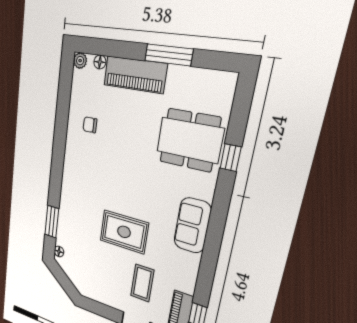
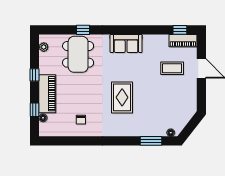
window: (113, 48) -> (34, 110), added
window: (169, 55) -> (34, 75), width x0.46
plant: (80, 61) -> (44, 47), moved
rug: (124, 232) -> (122, 97), moved

